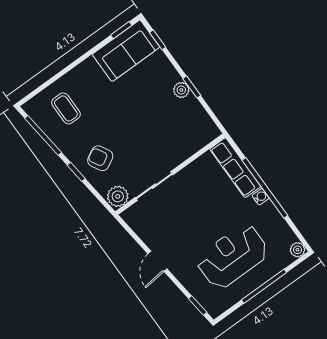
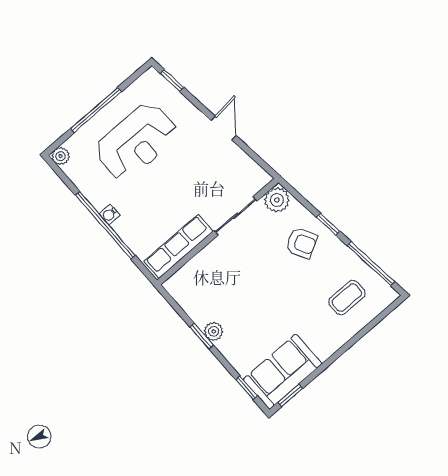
coffee table: (66, 108) -> (347, 298), turned 90
row of seats: (235, 168) -> (179, 246), moved, turned -90

